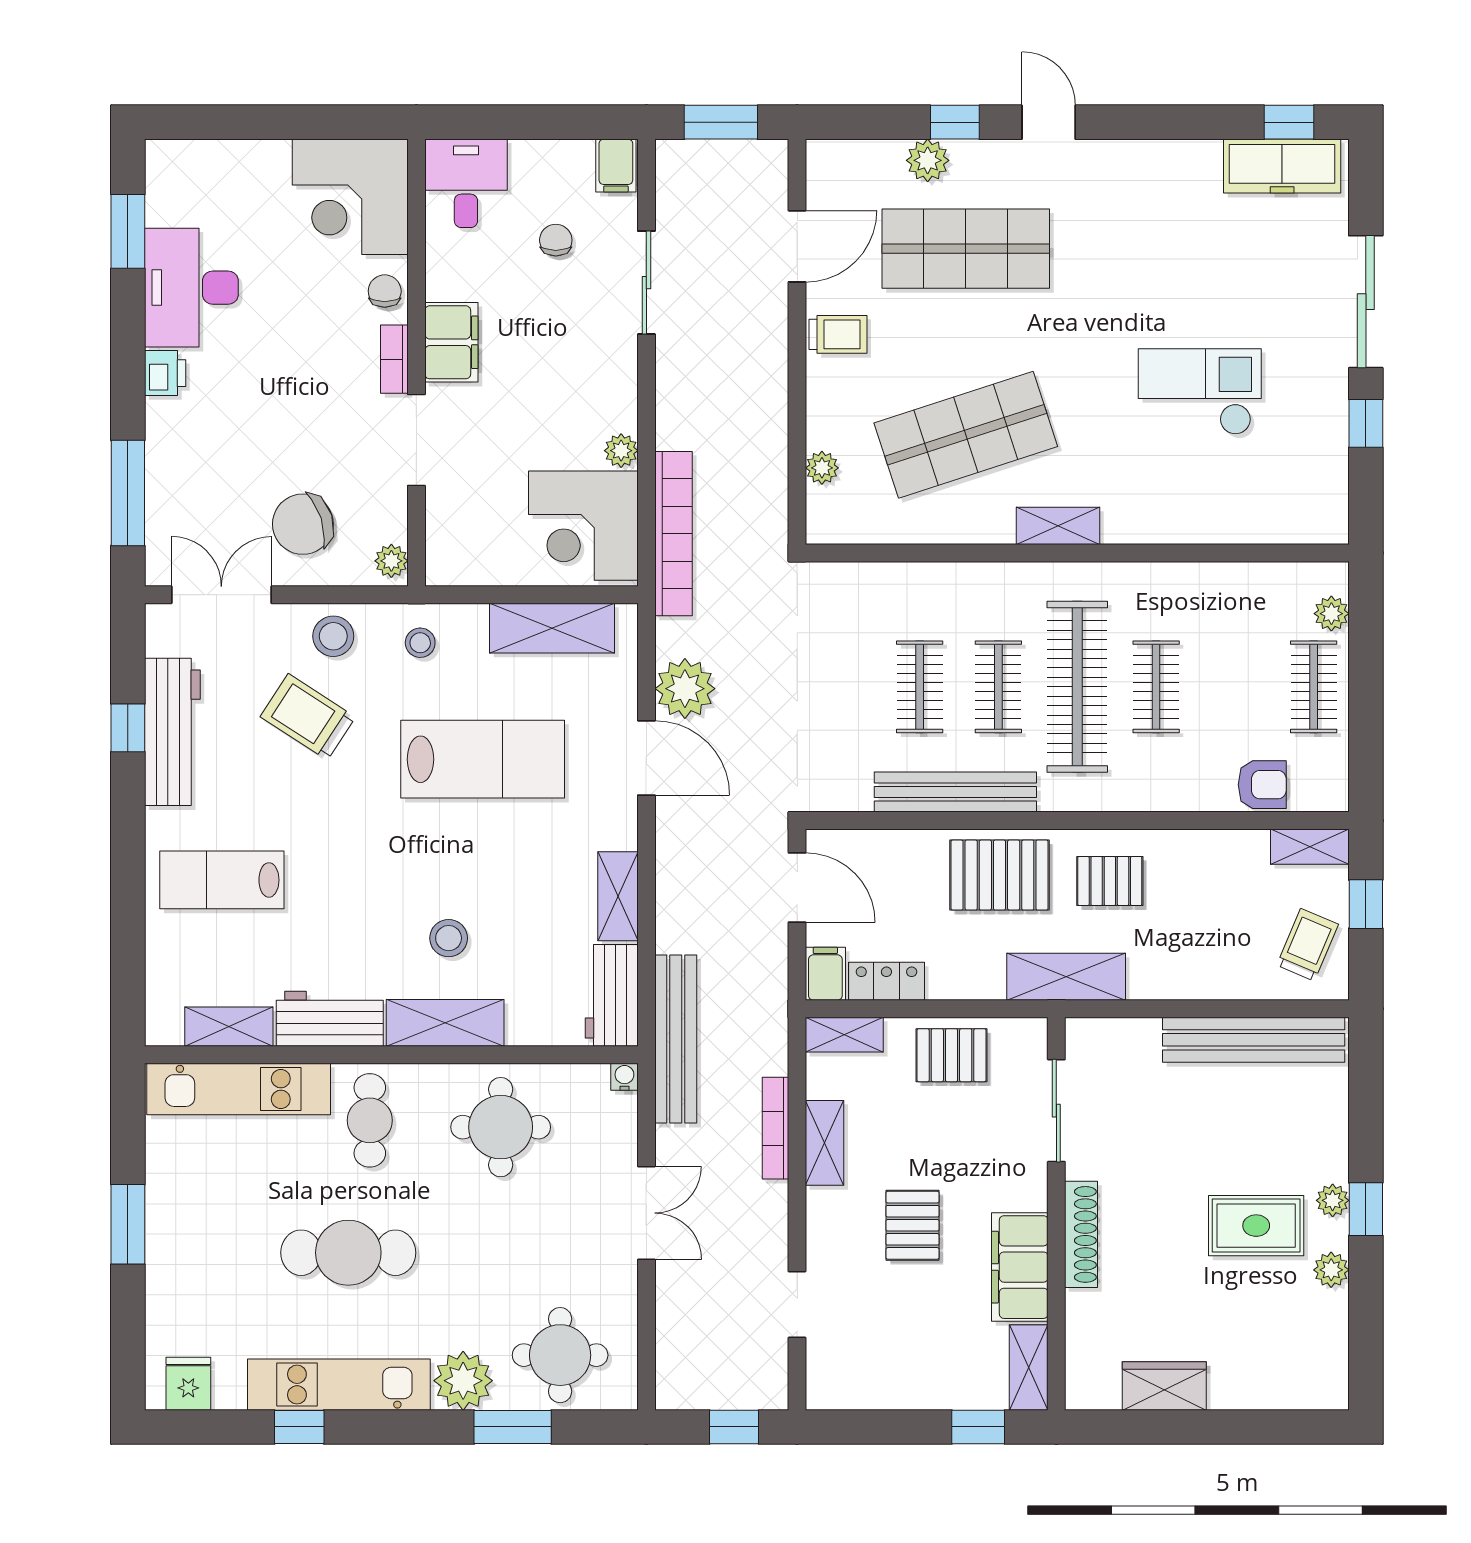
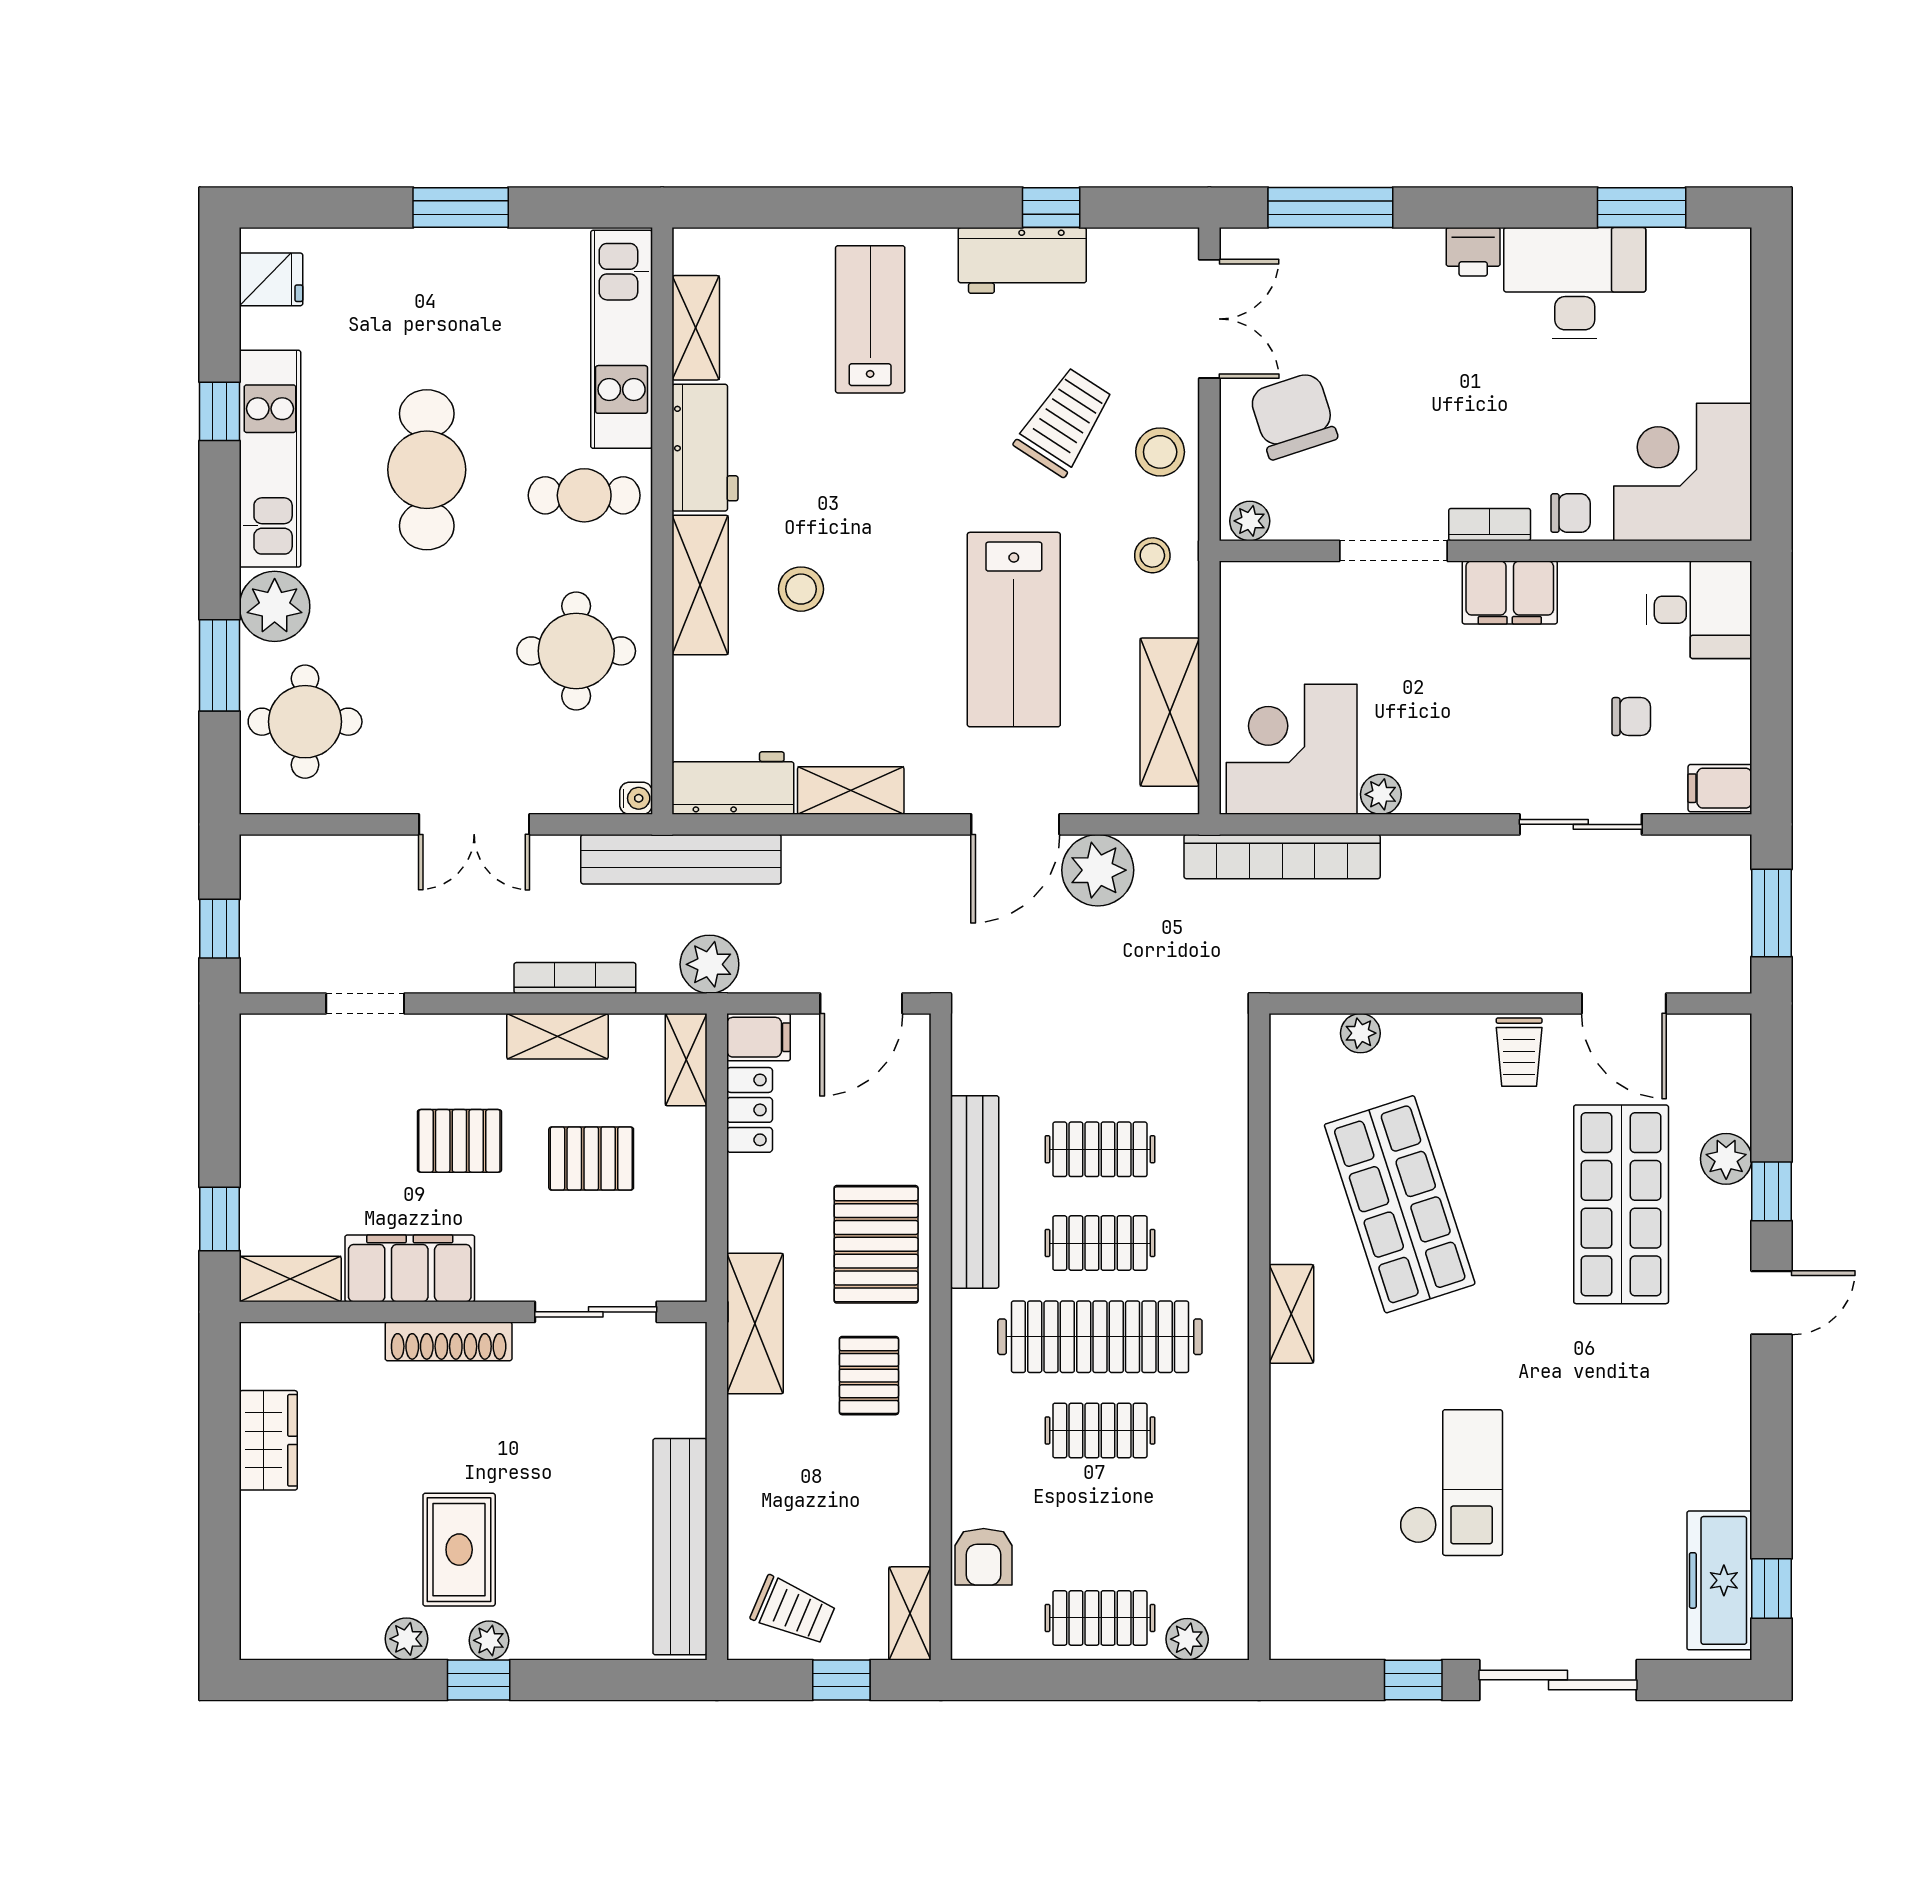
workbench: (172, 732) -> (1022, 260), width x0.73
plant: (764, 1015) -> (709, 964), added
pallet: (952, 1055) -> (591, 1159), moved, turned 90

